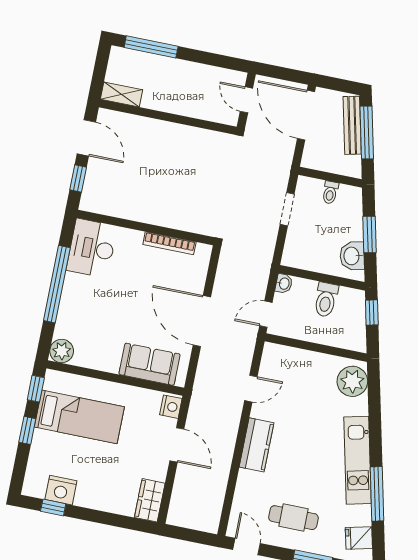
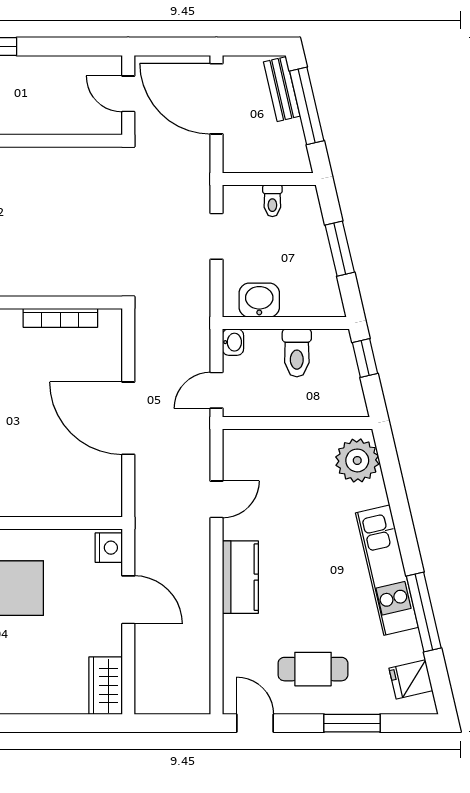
bench: (352, 125) -> (282, 89), width x0.73
washbasin: (352, 256) -> (259, 300), moved, turned 103
sofa: (150, 364) -> (67, 494), removed

